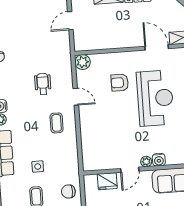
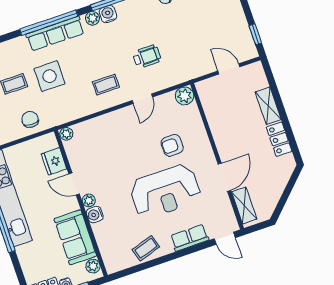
armchair: (120, 83) -> (172, 145), turned -90
plant: (88, 165) -> (66, 134), added
side table: (38, 166) -> (50, 76), width x1.87, depth x1.87

